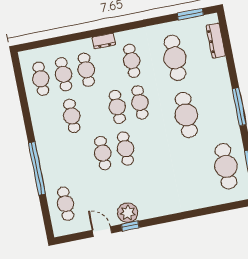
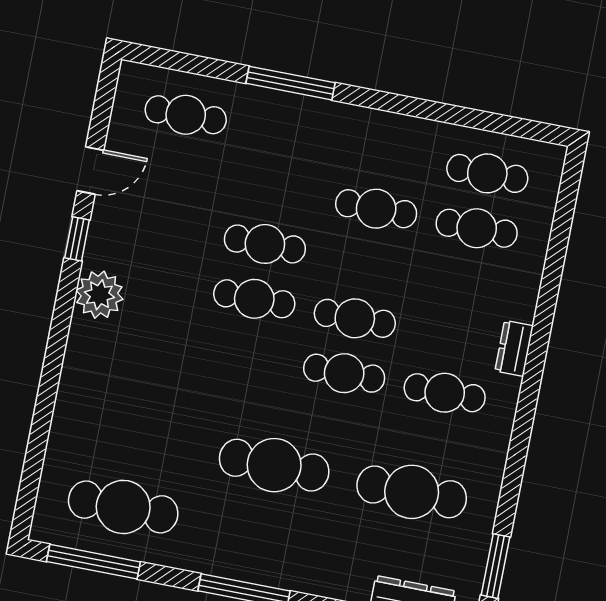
cafe table: (86, 70) -> (466, 283), removed
window: (37, 168) -> (290, 83), width x0.68
plant: (128, 213) -> (99, 295), moved

